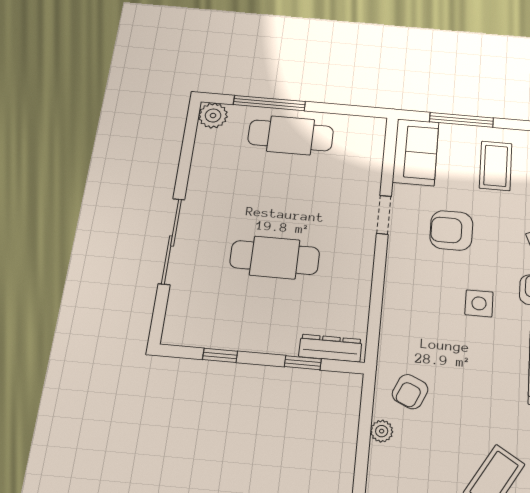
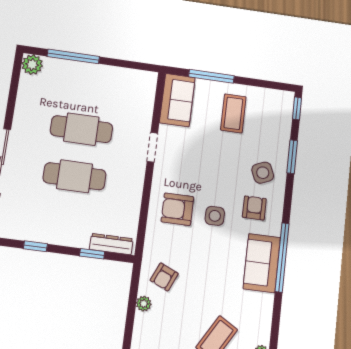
cafe table: (291, 135) -> (81, 129), moved
armchair: (451, 230) -> (177, 209), moved

